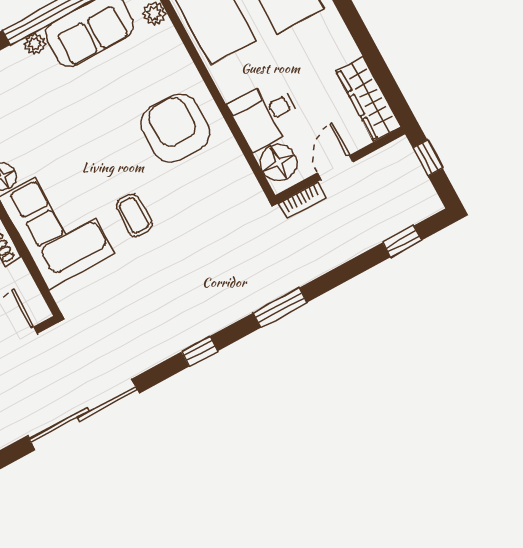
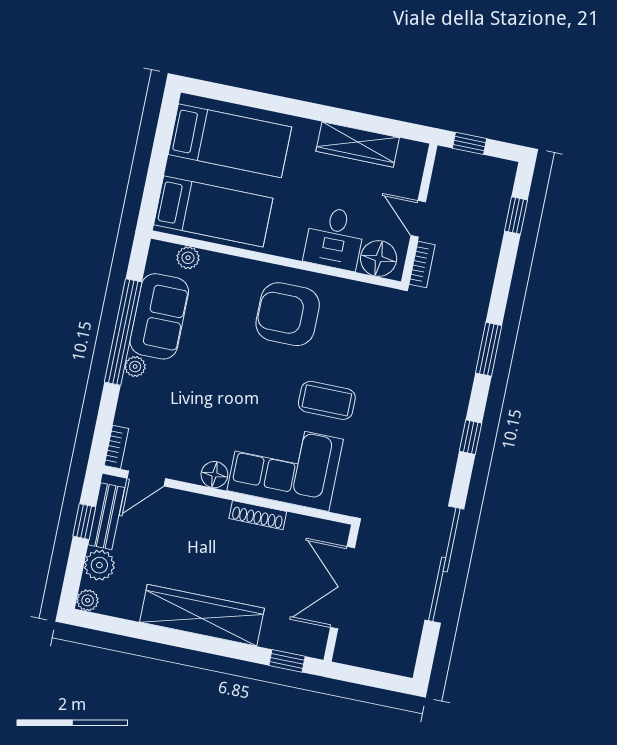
wardrobe: (368, 99) -> (358, 144), moved
coffee table: (134, 215) -> (327, 400), width x1.36, depth x1.30

